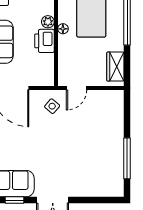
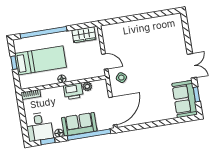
plant: (48, 22) -> (87, 86), moved
window: (127, 158) -> (152, 15), removed

